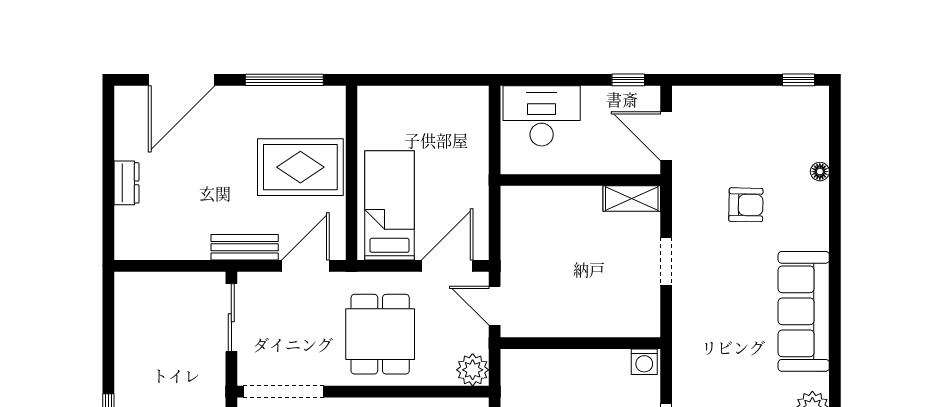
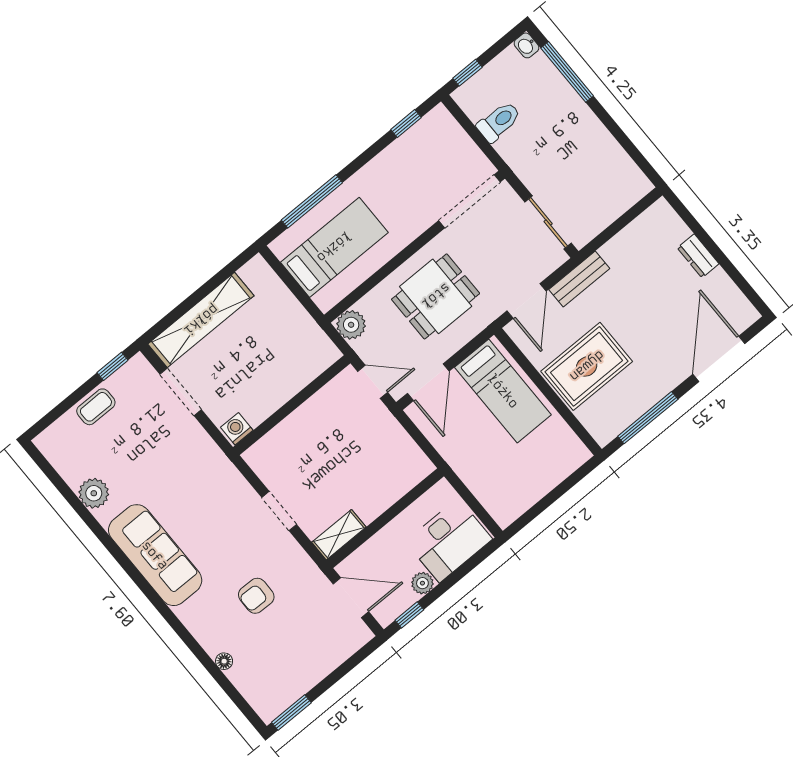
window: (799, 80) -> (291, 713), width x1.50
plant: (595, 98) -> (422, 583), added
dining table: (380, 334) -> (436, 296), turned 90

